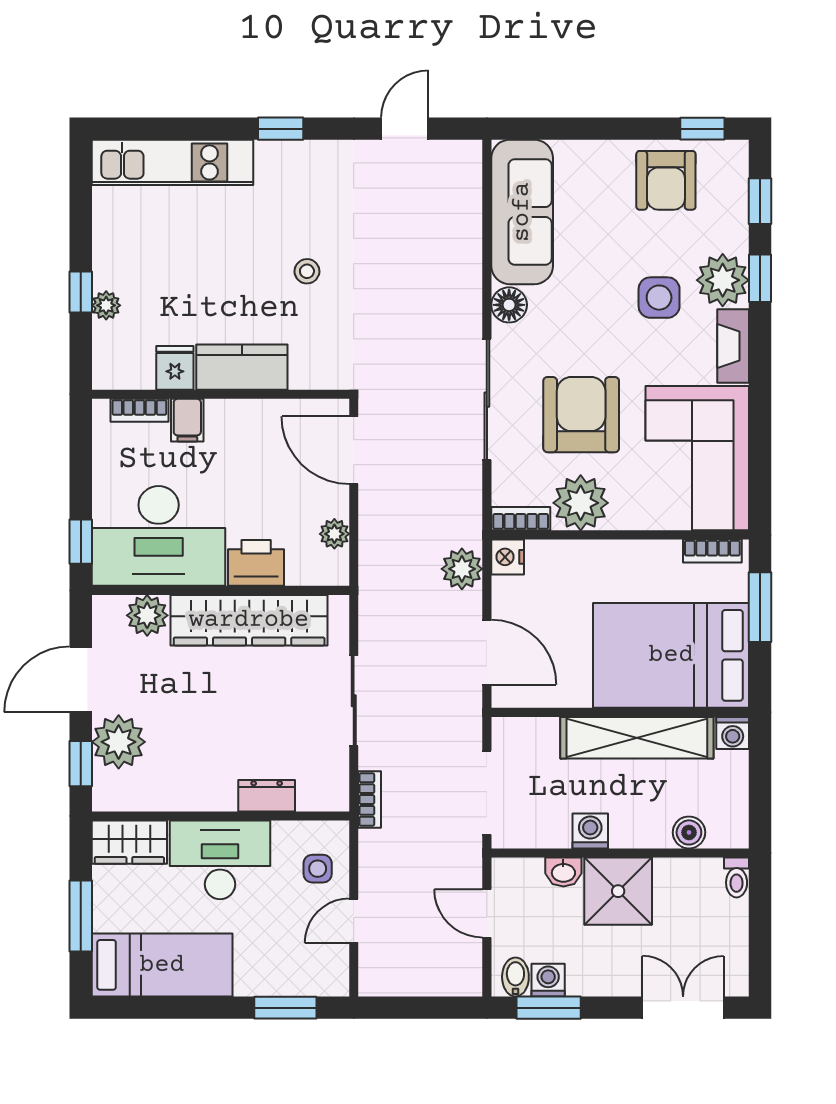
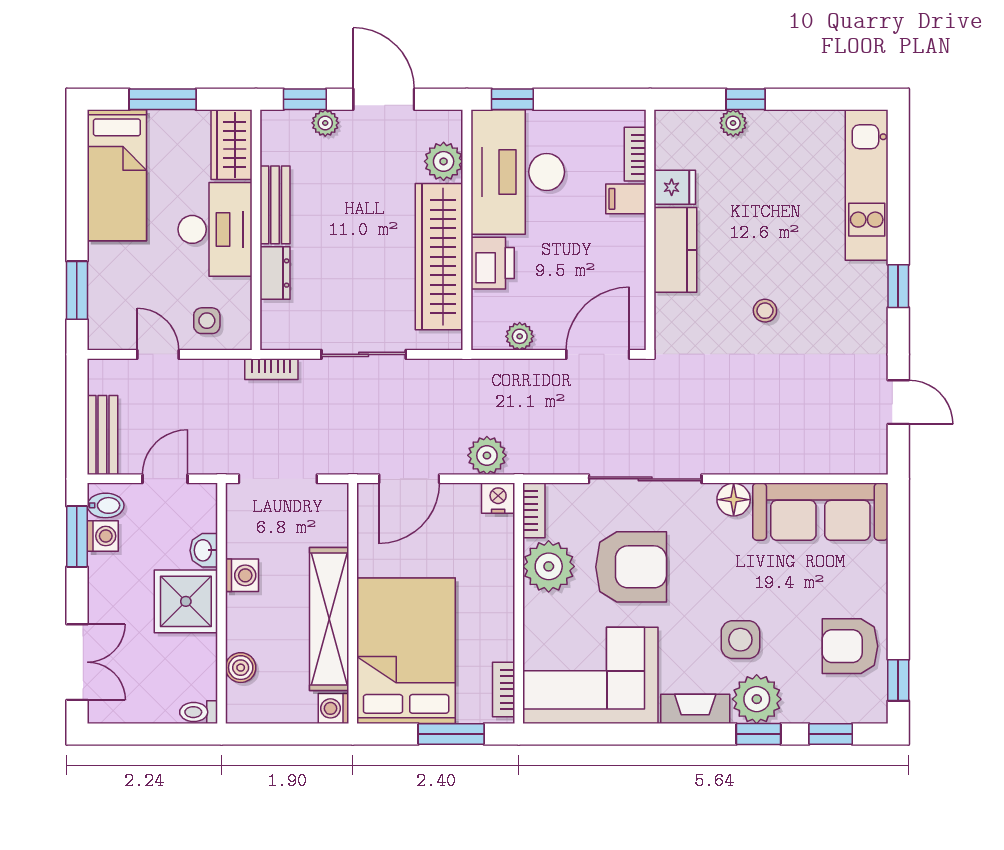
plant: (119, 742) -> (325, 123), width x0.53, depth x0.53
bench: (194, 796) -> (275, 205), added
bench: (440, 980) -> (102, 435), added

